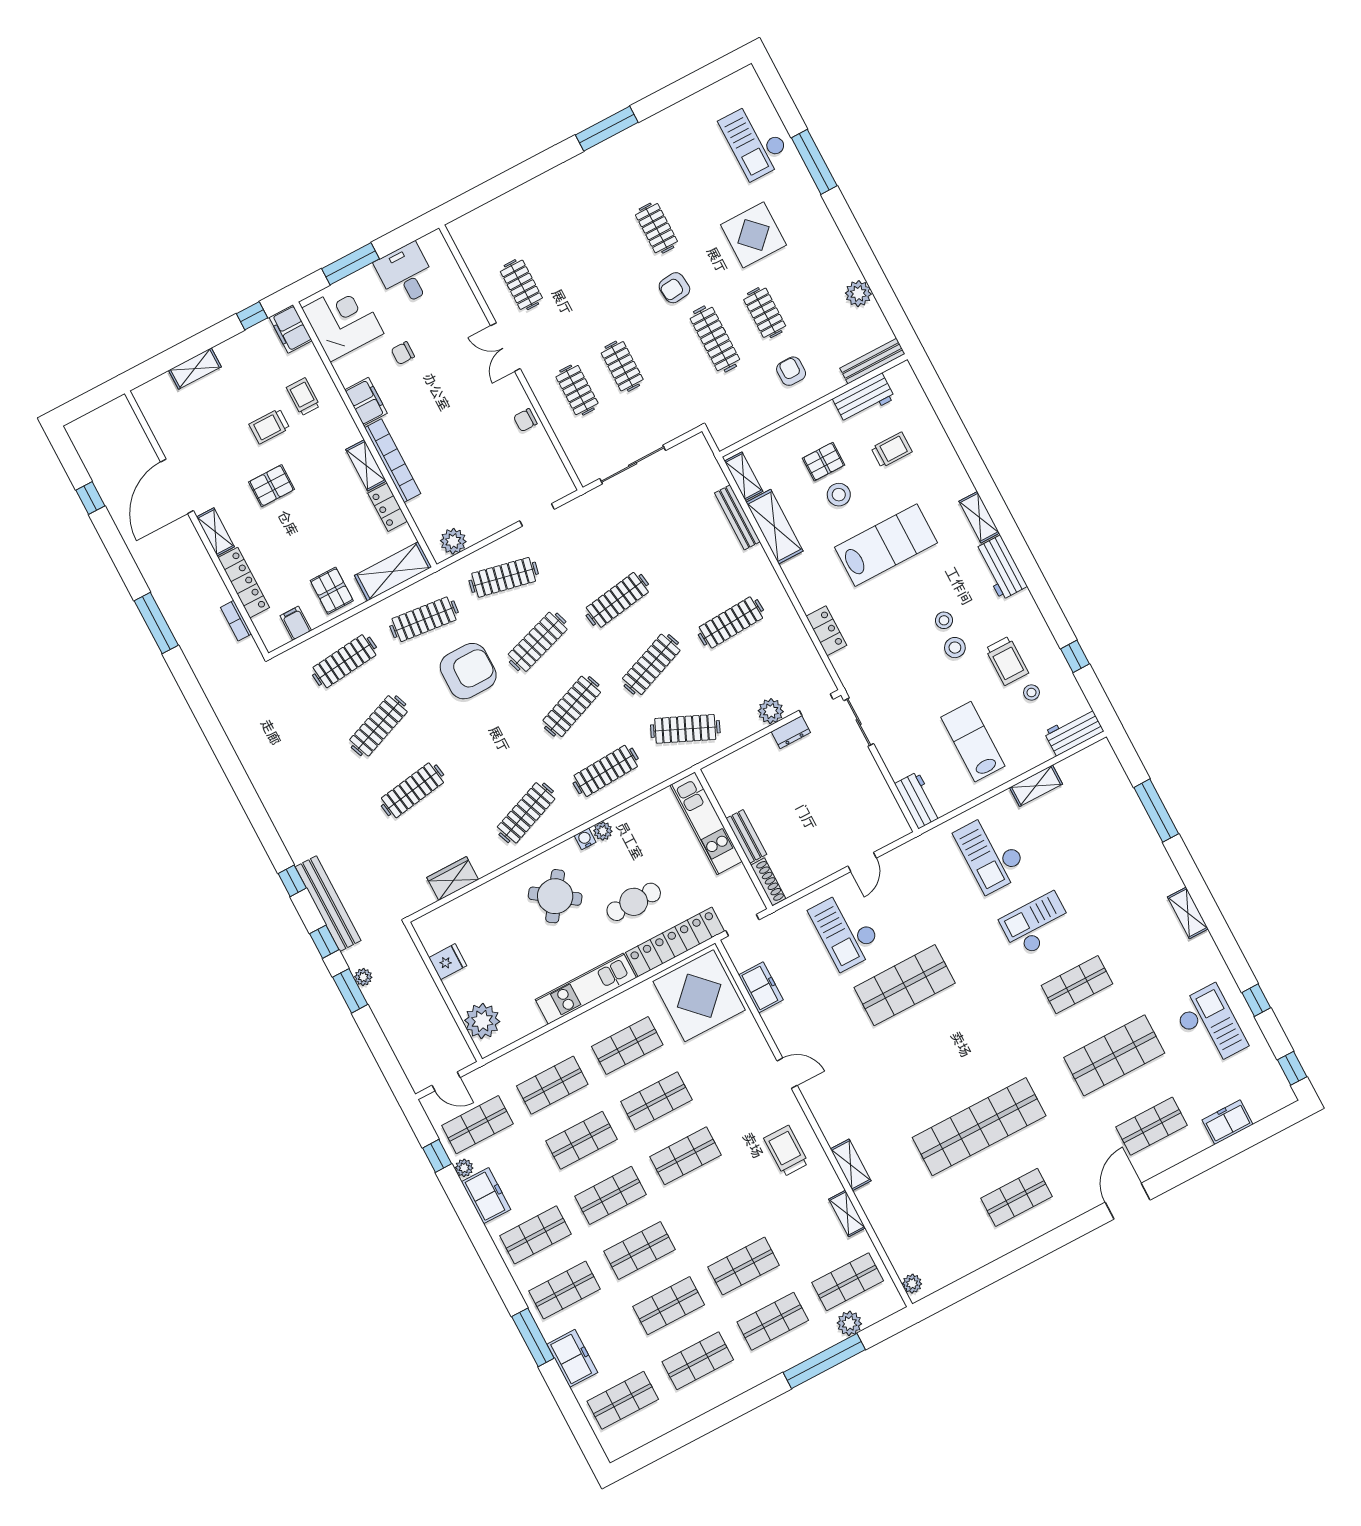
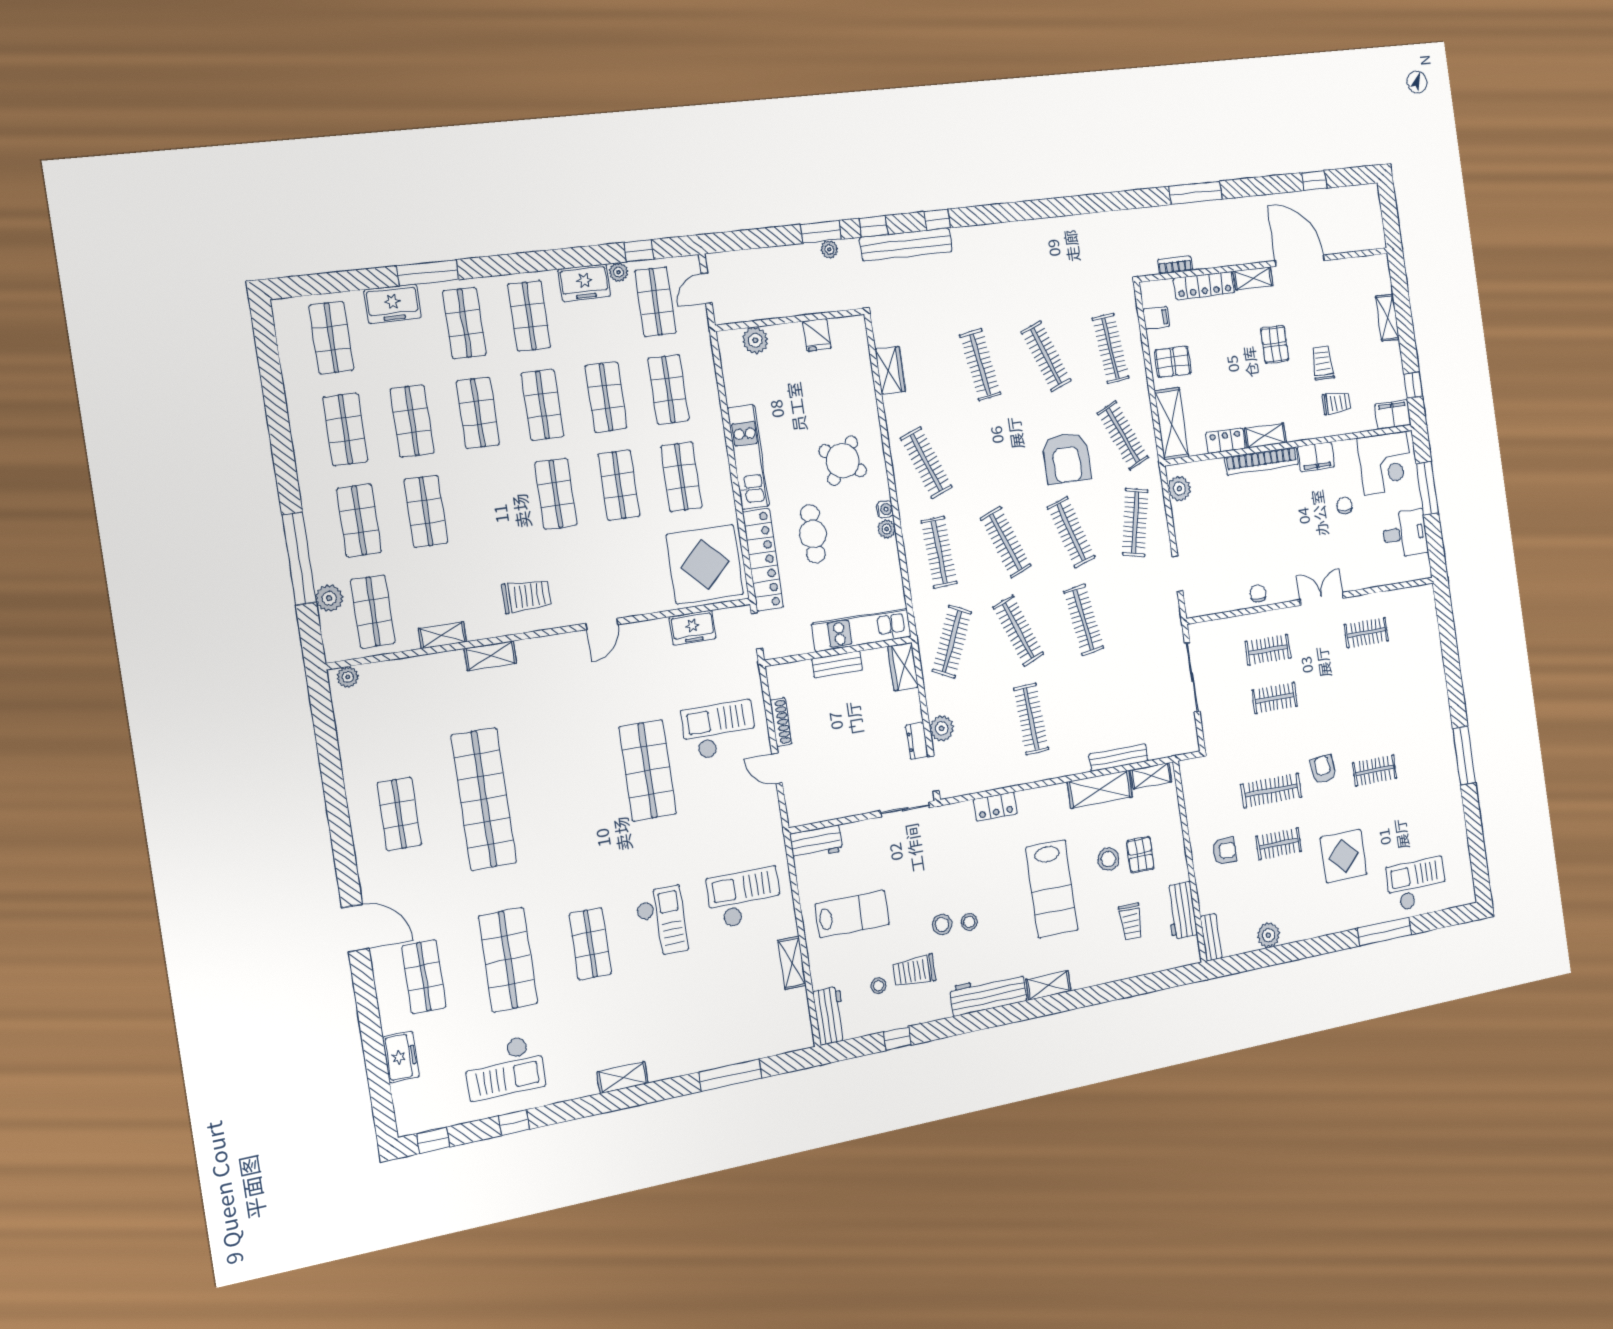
bench: (872, 361) -> (1211, 937), width x0.73
workbench: (1001, 568) -> (988, 994), width x1.38
clothes rail: (424, 619) -> (1123, 435), turned -30
wardrobe: (726, 770) -> (903, 667), added
shoe rack: (768, 882) -> (781, 722), moved, turned -90
plant: (482, 1021) -> (755, 340), width x0.73, depth x0.73

